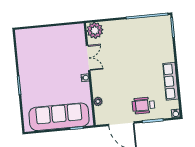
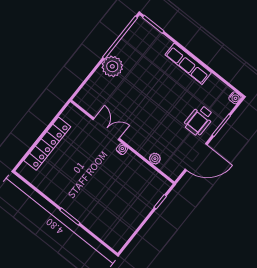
plant: (95, 30) -> (112, 66), moved
locker: (48, 33) -> (47, 144), added
row of seats: (171, 81) -> (188, 64), moved
sofa: (59, 117) -> (134, 208), removed

